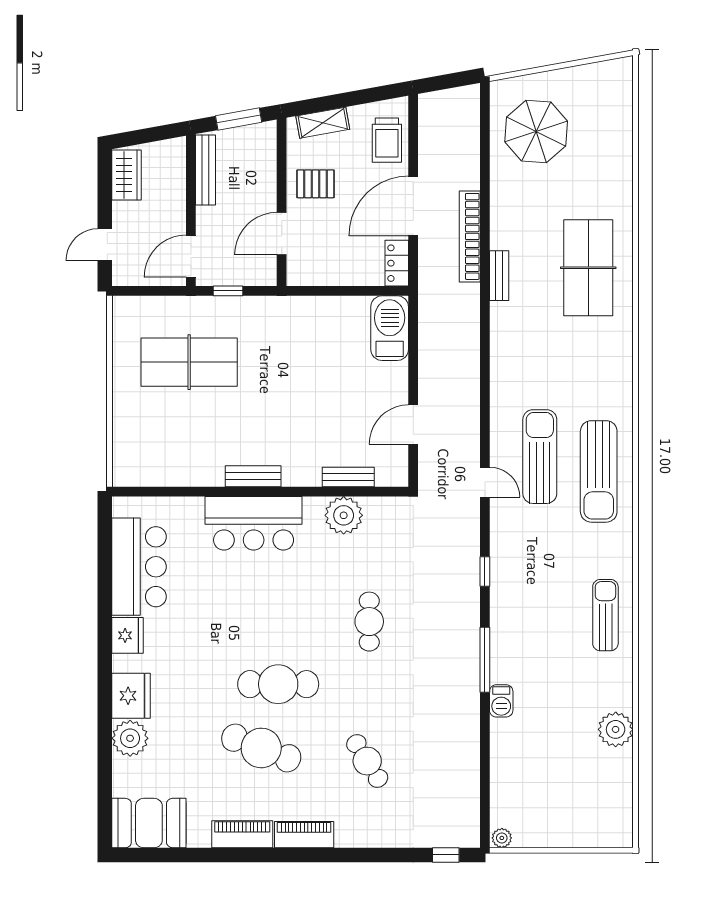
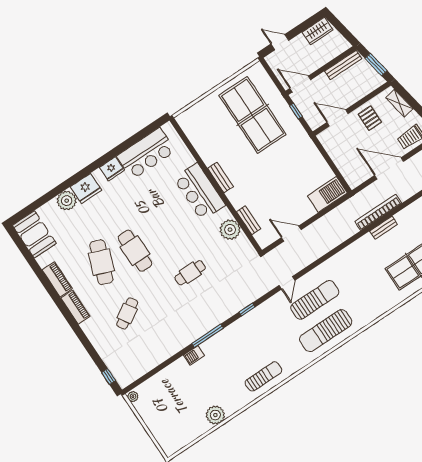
bookcase: (470, 236) -> (378, 212), moved
locker: (397, 263) -> (359, 178), removed
table tennis table: (189, 362) -> (252, 115), width x1.36, depth x1.32

